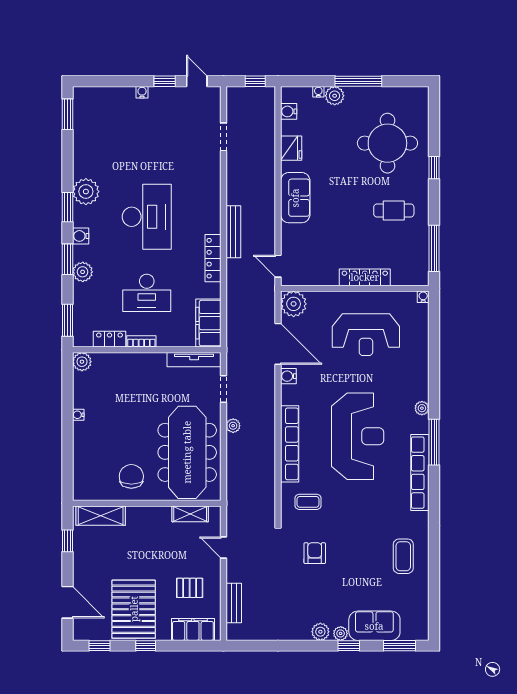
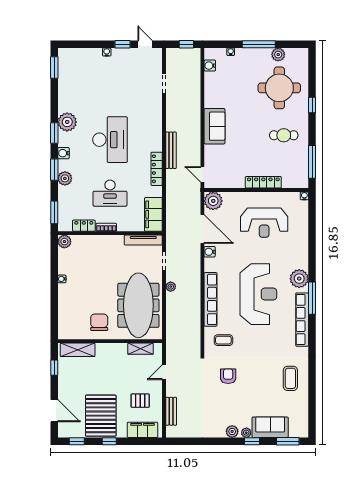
plant: (335, 96) -> (278, 55), moved
fridge: (291, 148) -> (212, 91), removed
plant: (422, 408) -> (299, 279), width x1.87, depth x1.87
door: (223, 547) -> (164, 372), hinge flipped

